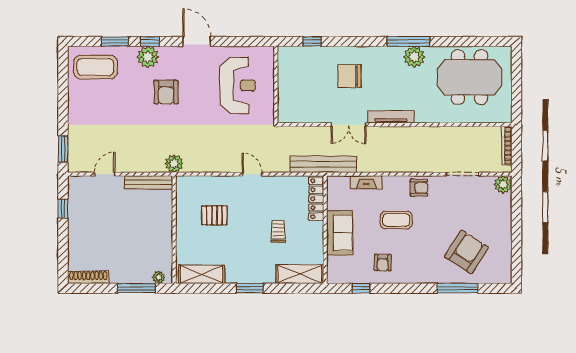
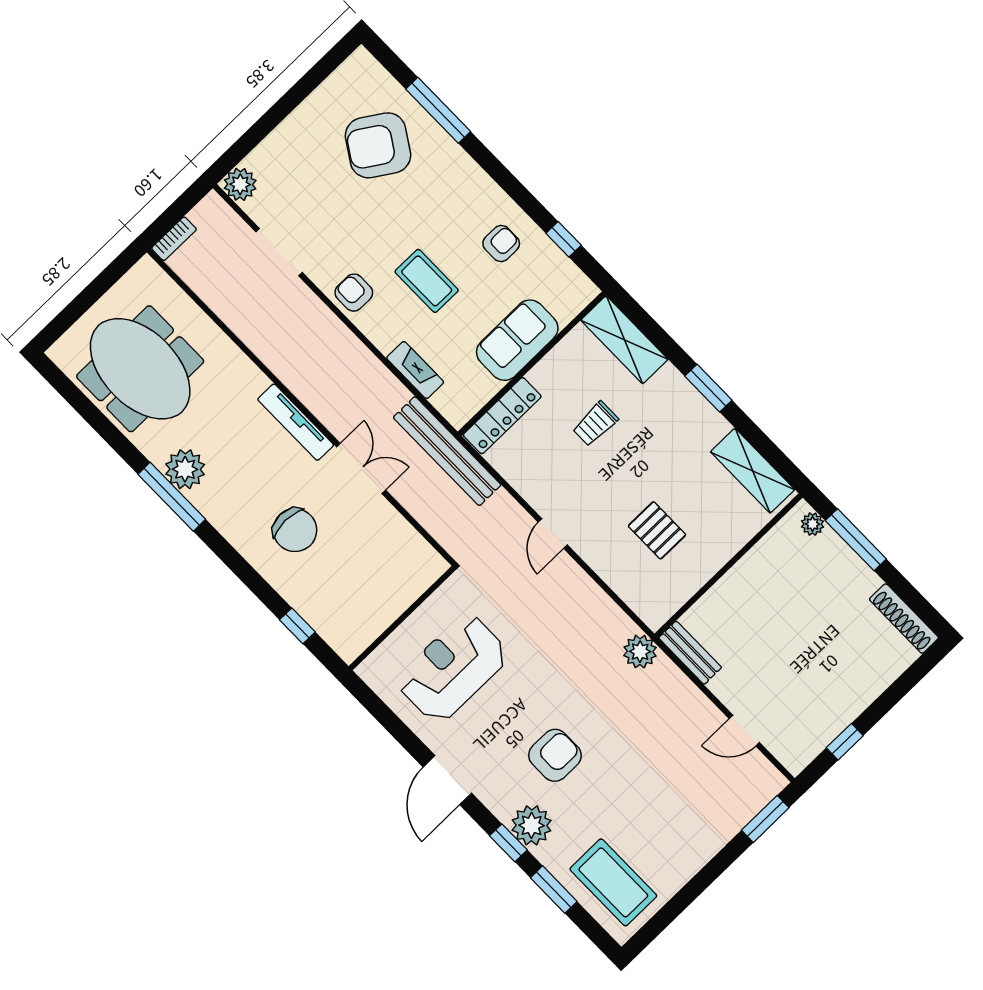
bookcase: (507, 146) -> (174, 239), width x0.64
bench: (149, 182) -> (690, 653), width x0.73

